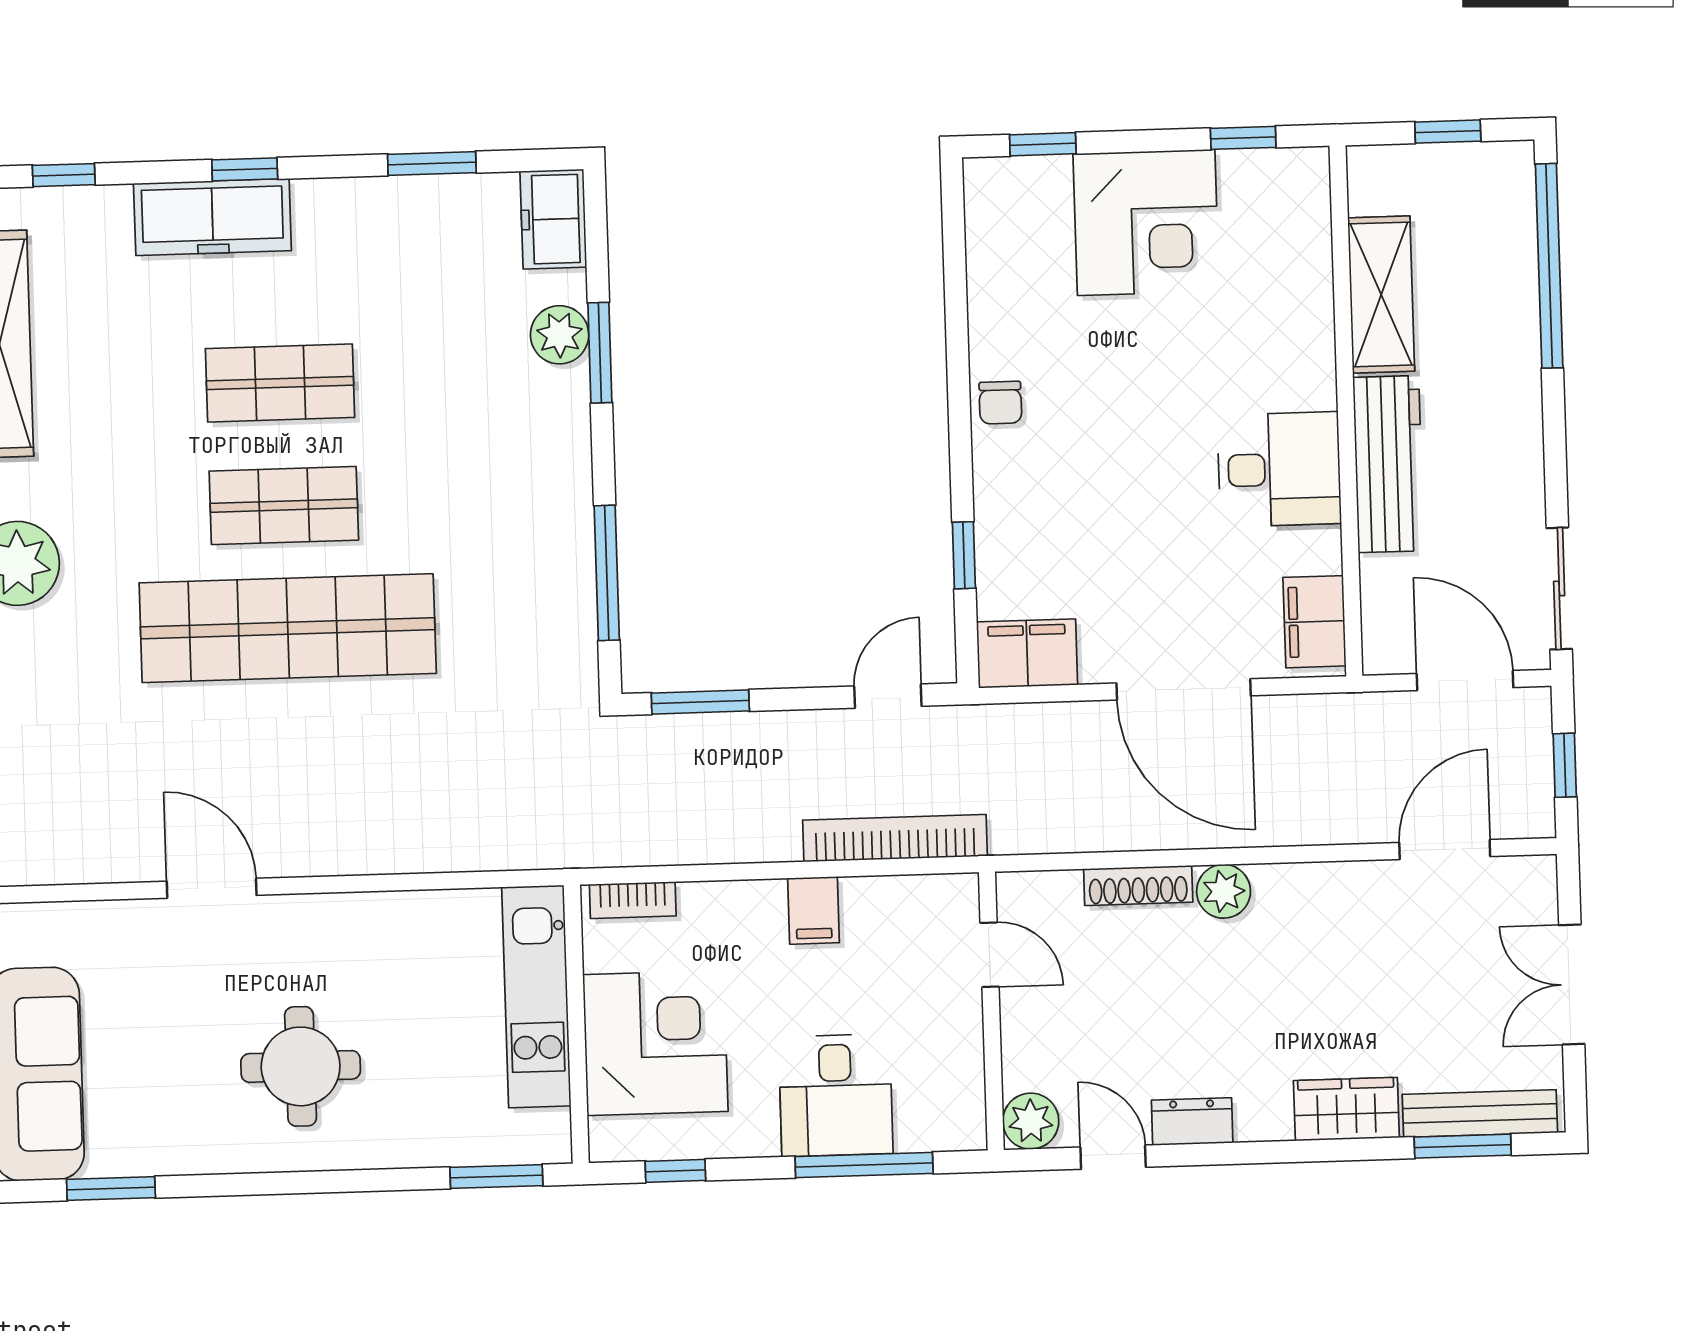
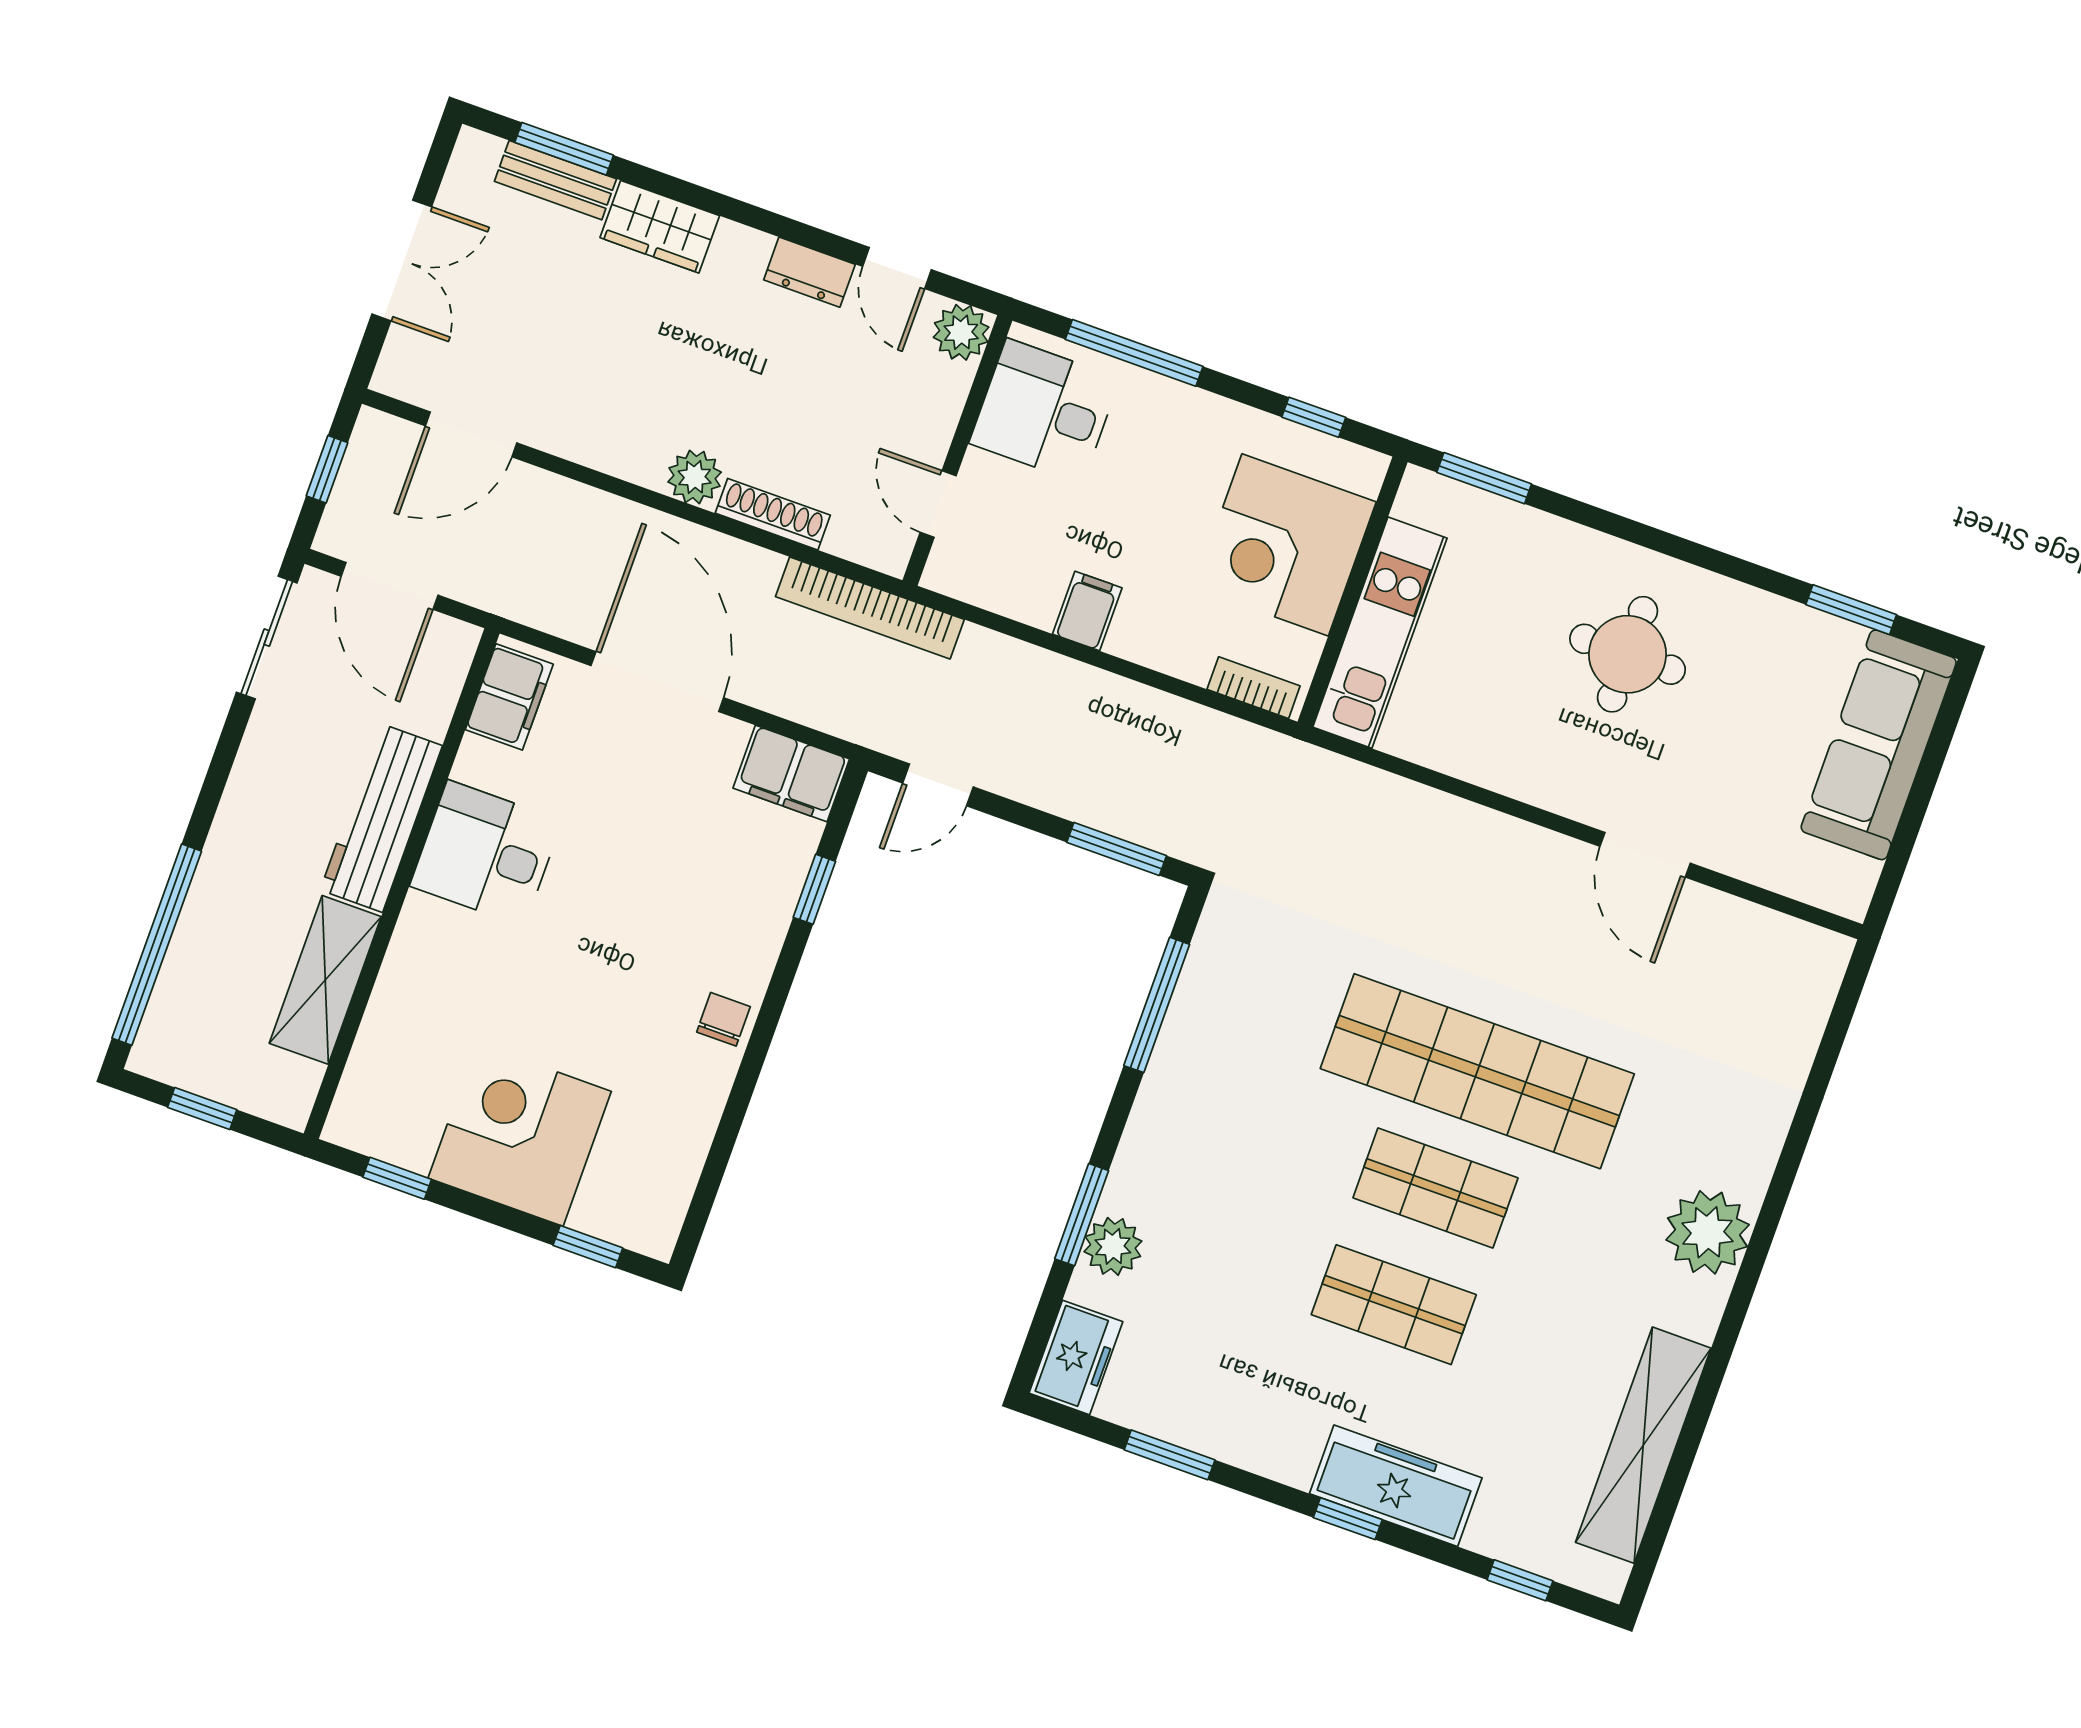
bookcase: (895, 838) -> (870, 608), moved
desk: (836, 1095) -> (1044, 411), moved, turned -90
bench: (1480, 1113) -> (555, 180), width x0.73

